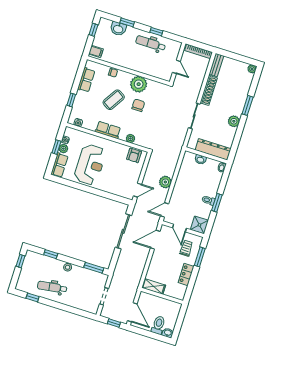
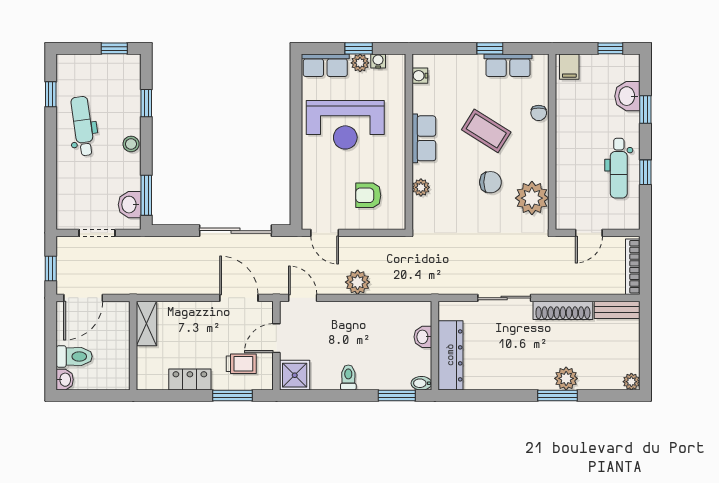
dental chair: (151, 43) -> (619, 168), turned 180
plant: (139, 84) -> (532, 198), moved
window: (71, 100) -> (490, 48), moved
plant: (234, 121) -> (566, 378), moved
armchair: (134, 155) -> (368, 195), moved
window: (217, 203) -> (397, 396), moved
washbasin: (96, 277) -> (130, 205), added

